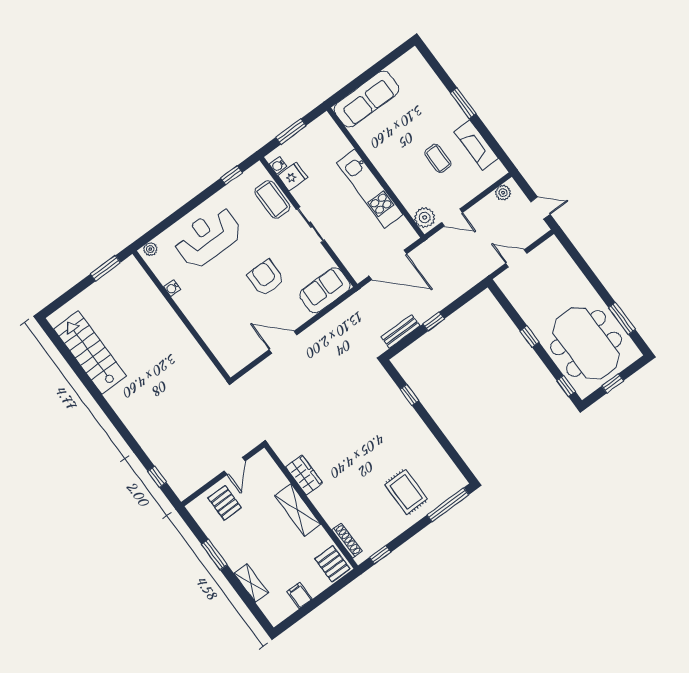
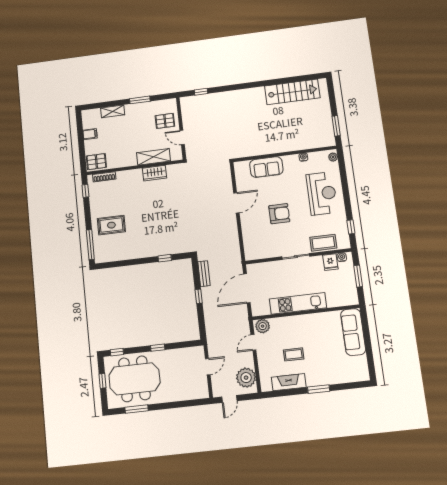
plant: (503, 193) -> (246, 378), width x1.88, depth x1.88
sofa: (325, 290) -> (266, 167), moved, turned 90
shelving: (298, 510) -> (153, 157), moved

